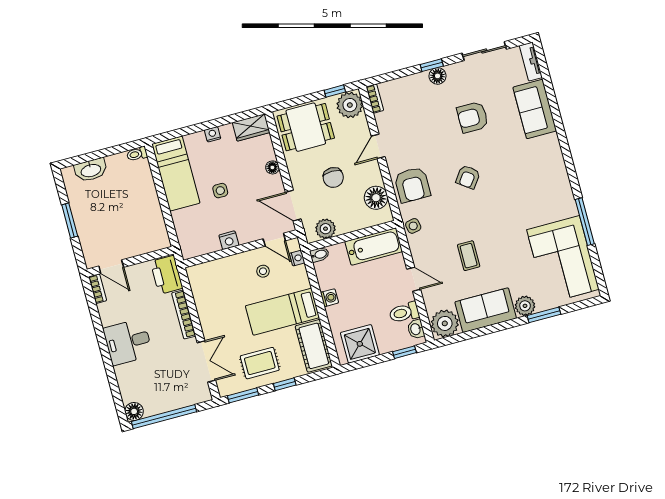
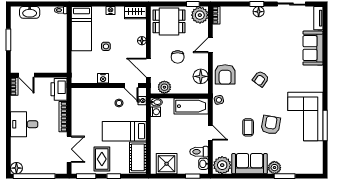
armchair: (473, 117) -> (271, 125), moved, turned 100
corner sofa: (563, 260) -> (305, 116), moved
washing machine: (329, 298) -> (155, 112), moved
rug: (260, 363) -> (102, 159), turned 90

